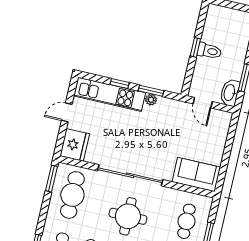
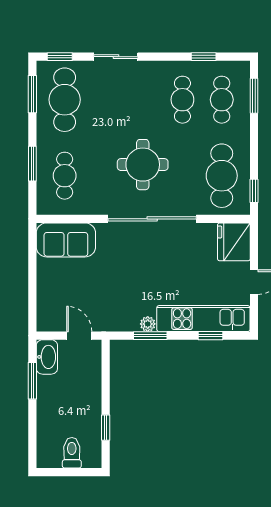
window: (195, 47) -> (106, 428), moved
toilet: (209, 51) -> (72, 453), moved, turned 90
window: (120, 84) -> (210, 336), moved
window: (52, 179) -> (254, 191), width x0.67

